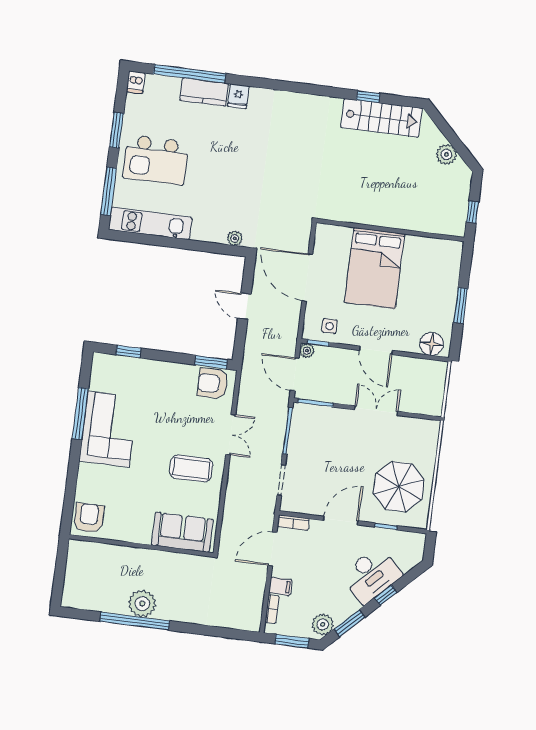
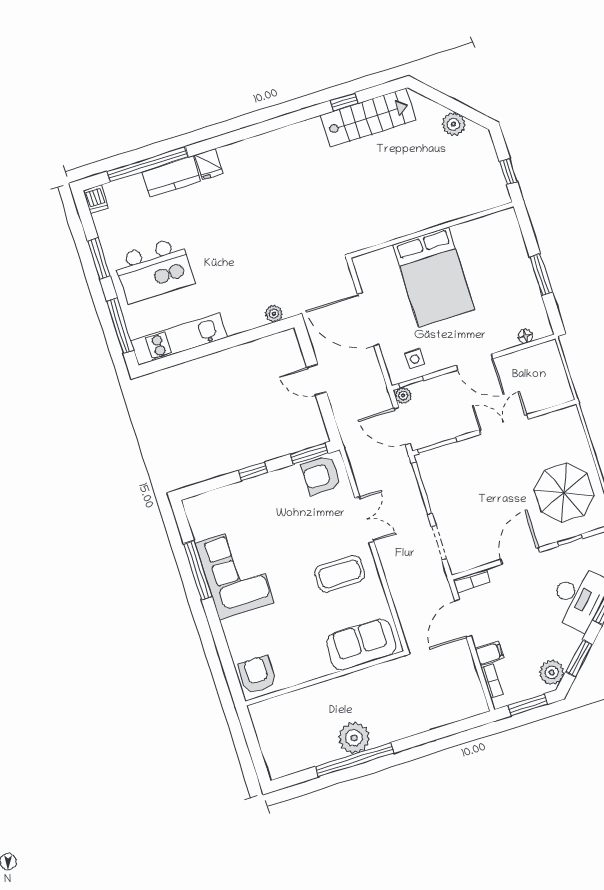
floor lamp: (432, 344) -> (525, 336), width x0.53, depth x0.53
window: (128, 352) -> (253, 471), moved

